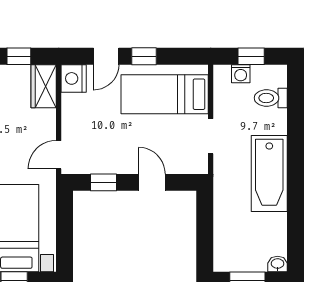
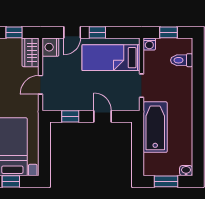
washing machine: (241, 74) -> (149, 44), moved
door: (59, 155) -> (41, 85), moved
bathtub: (269, 173) -> (155, 127), moved, turned 180

